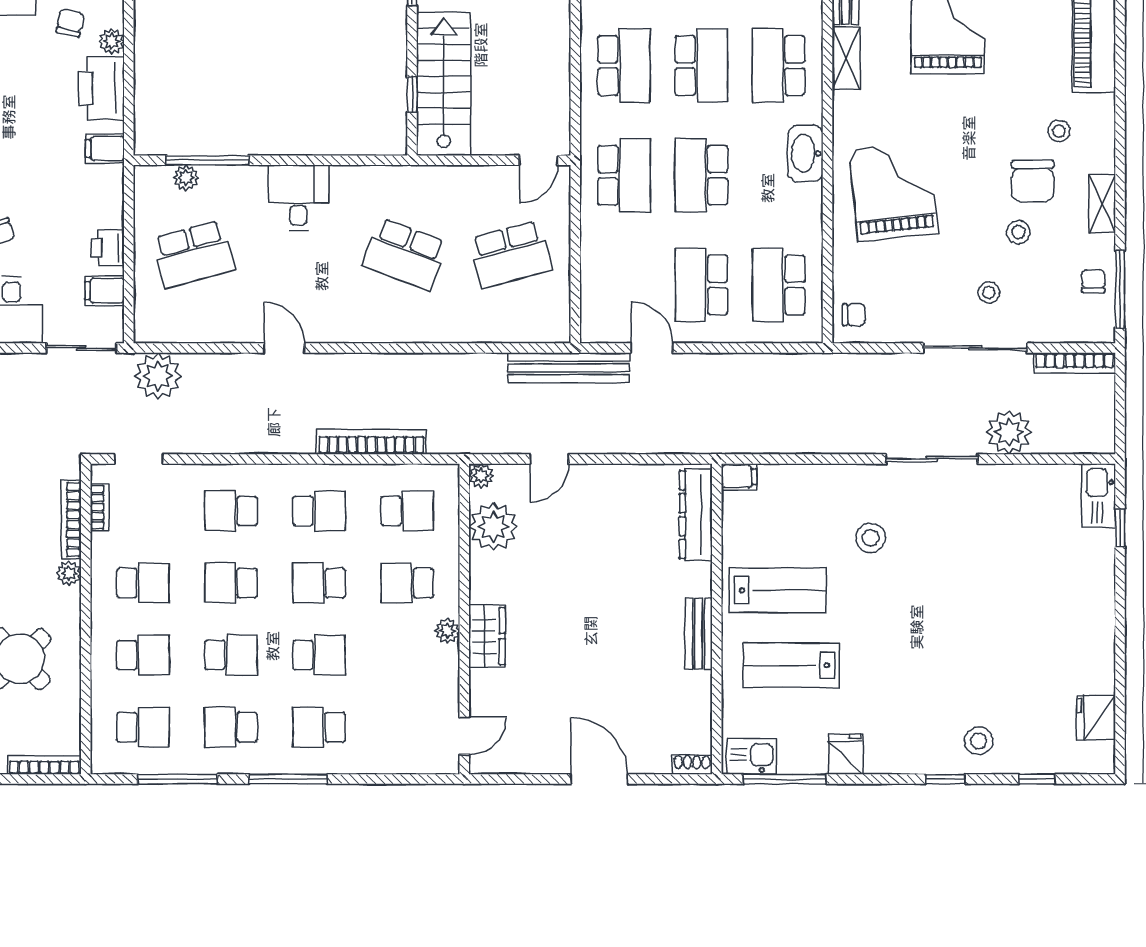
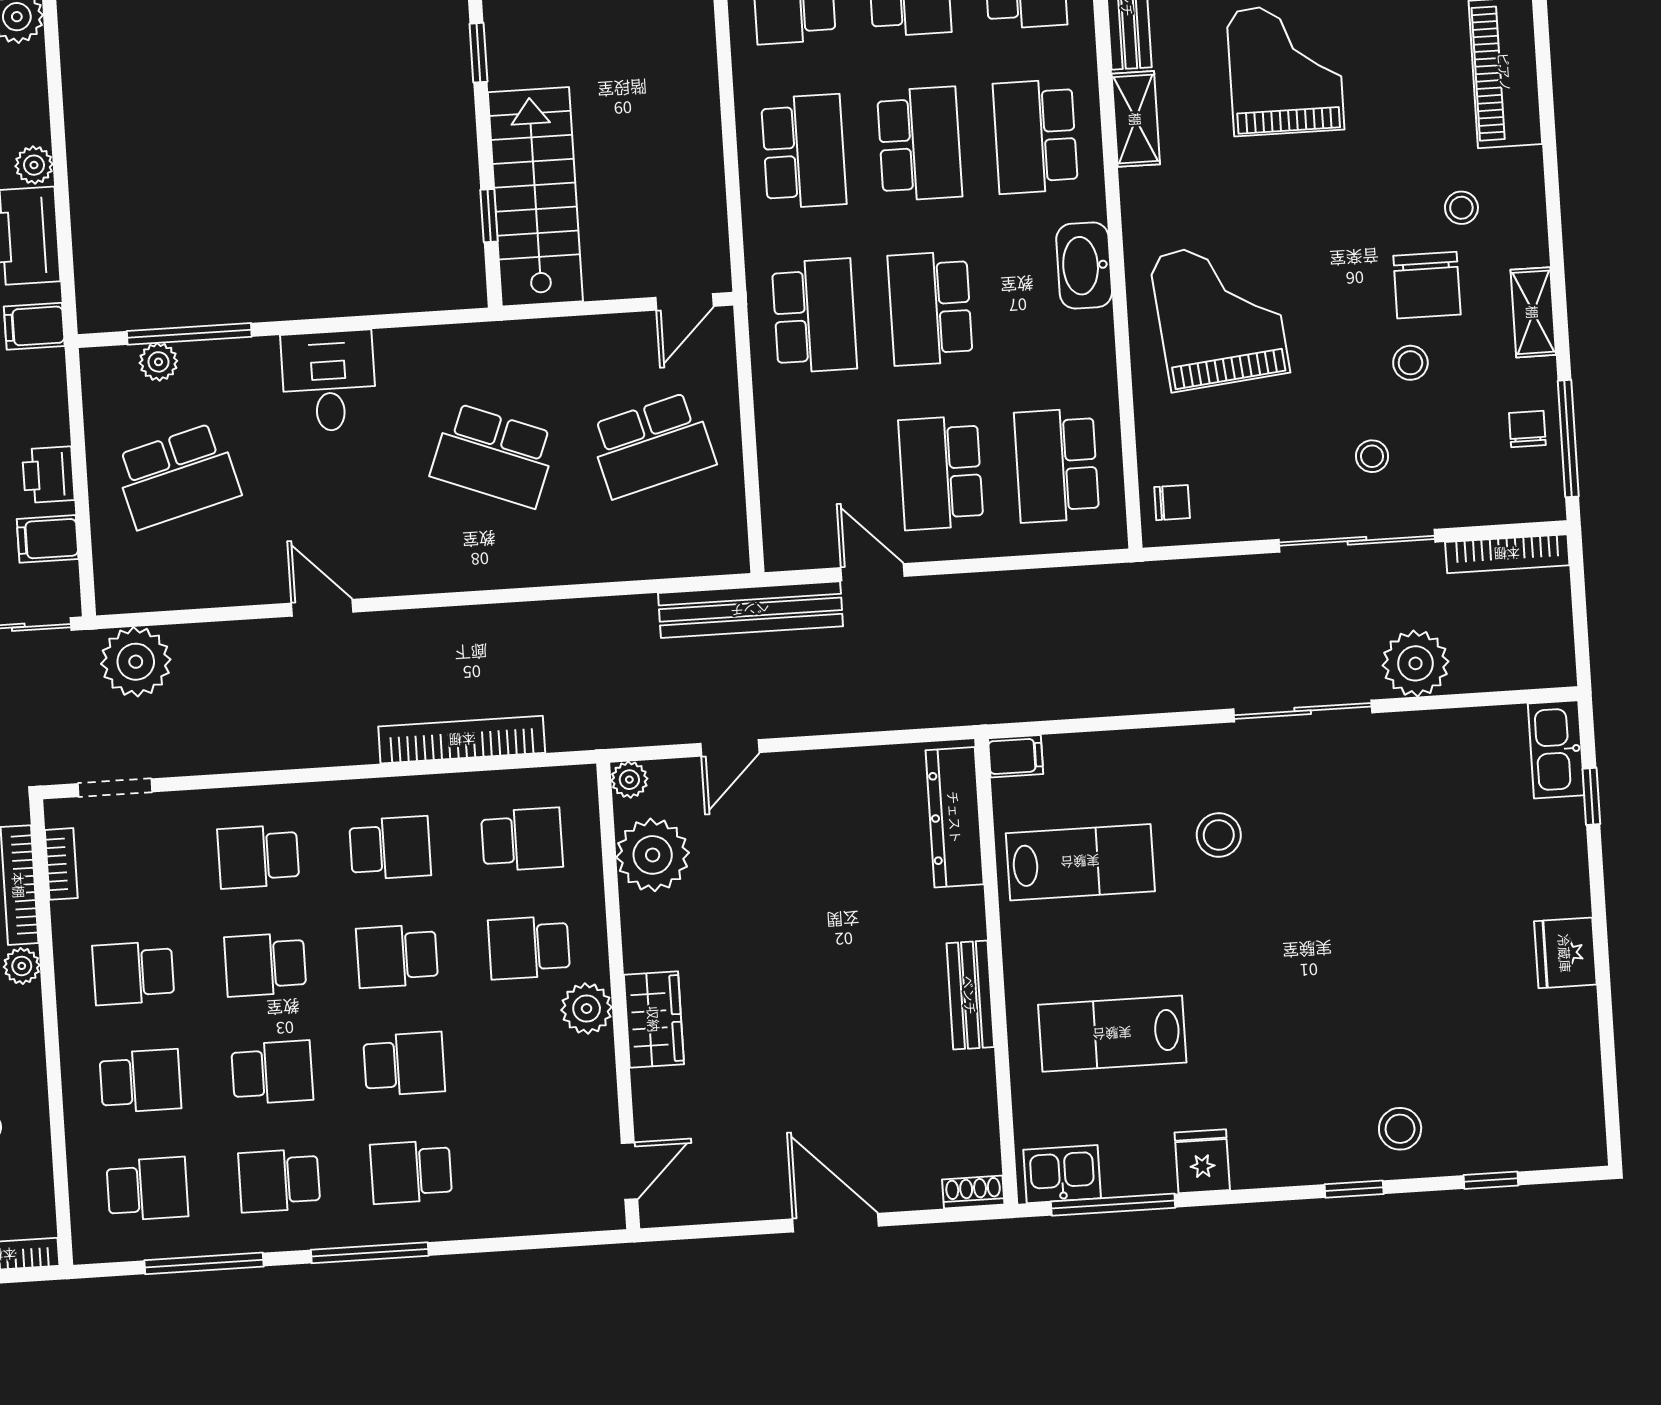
school desk: (143, 583) -> (133, 973), turned 180
lab bench: (778, 590) -> (1080, 862), moved
plant: (447, 631) -> (587, 1009), width x1.38, depth x1.38
fridge: (1096, 718) -> (1565, 953), moved

